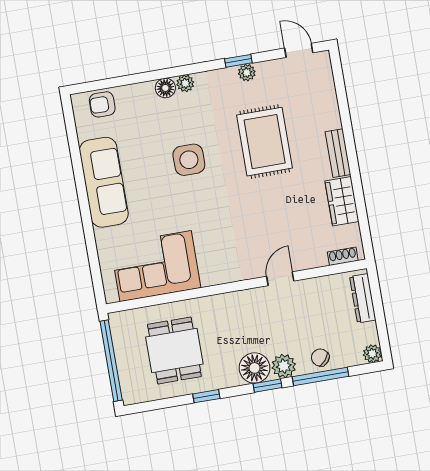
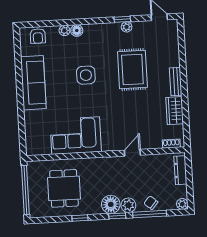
plant: (185, 83) -> (64, 30), moved
armchair: (102, 104) -> (38, 36), turned -90
corner sofa: (156, 266) -> (76, 136), moved

